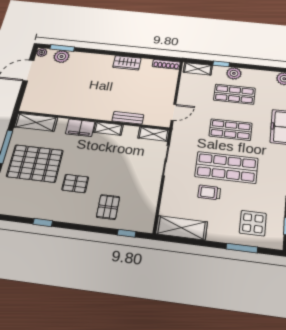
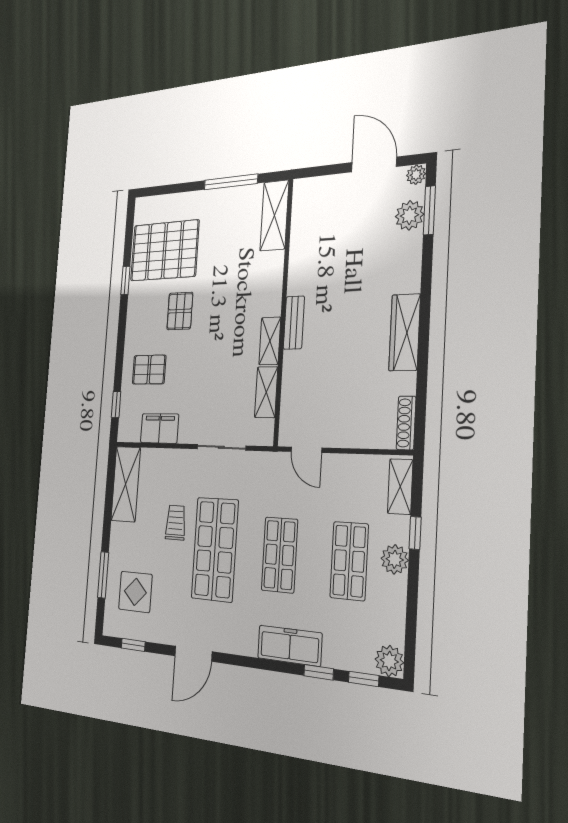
wardrobe: (127, 63) -> (405, 332), width x1.50
bench: (128, 118) -> (294, 323), moved
filing cabinet: (80, 128) -> (160, 428), moved, turned 90
shelving: (154, 134) -> (266, 392), moved
pallet: (35, 163) -> (165, 251), moved, turned 90

